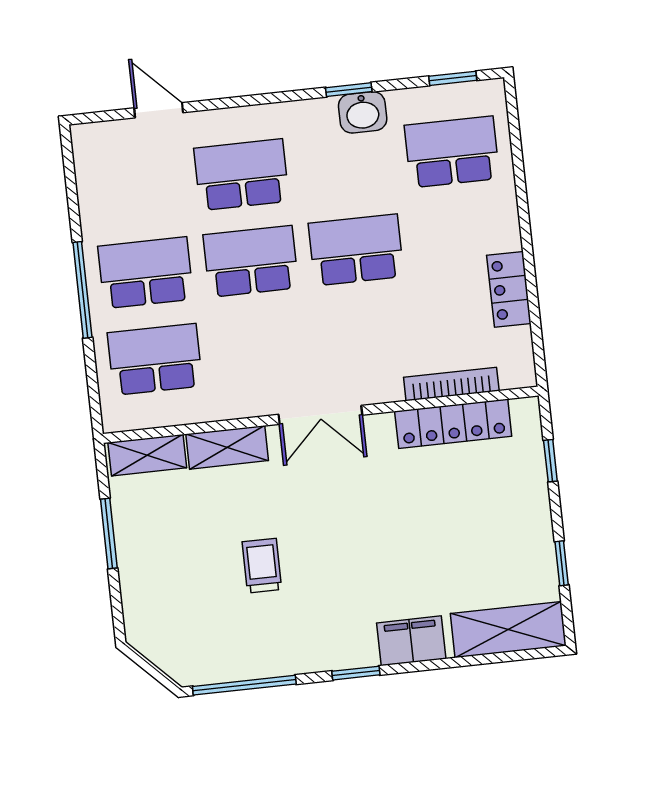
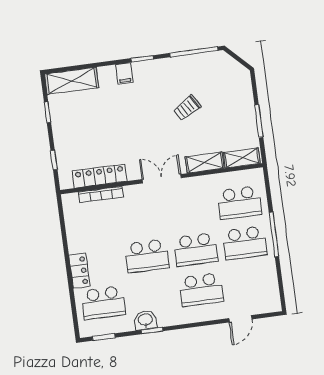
door: (159, 110) -> (240, 319), hinge flipped
locker: (509, 289) -> (79, 271), moved
trolley: (262, 566) -> (187, 108), turned 59
filing cabinet: (411, 641) -> (124, 73), width x0.50

